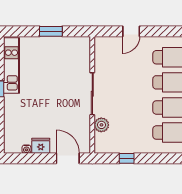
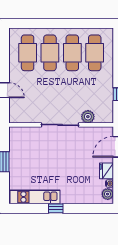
plant: (15, 147) -> (108, 194), added

